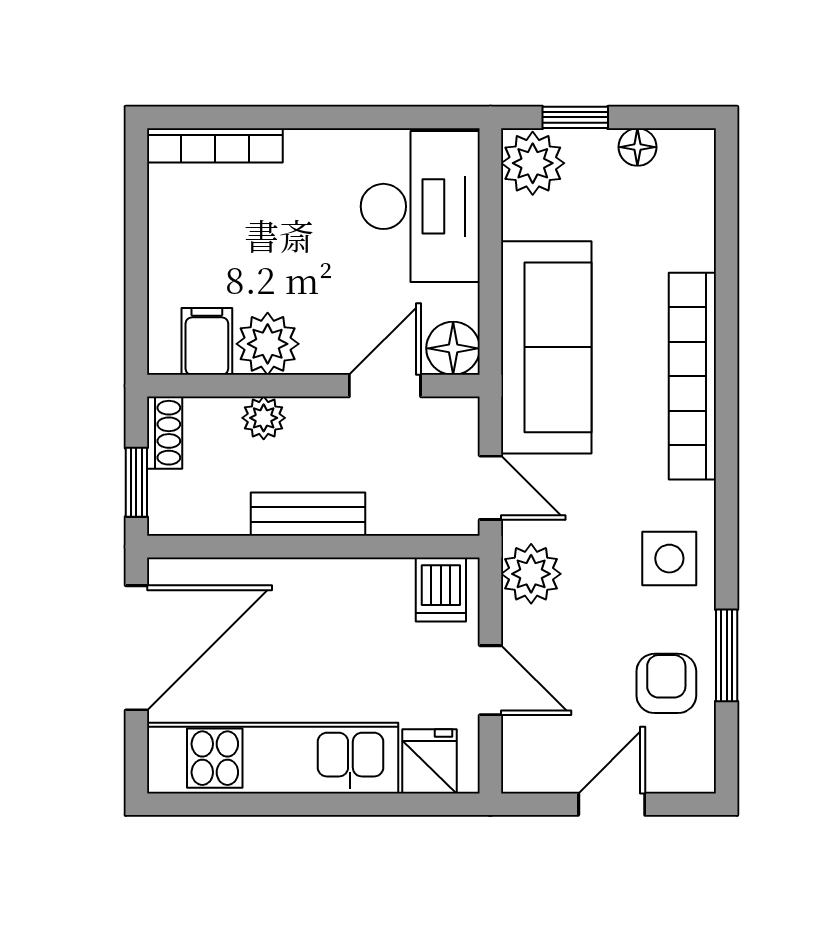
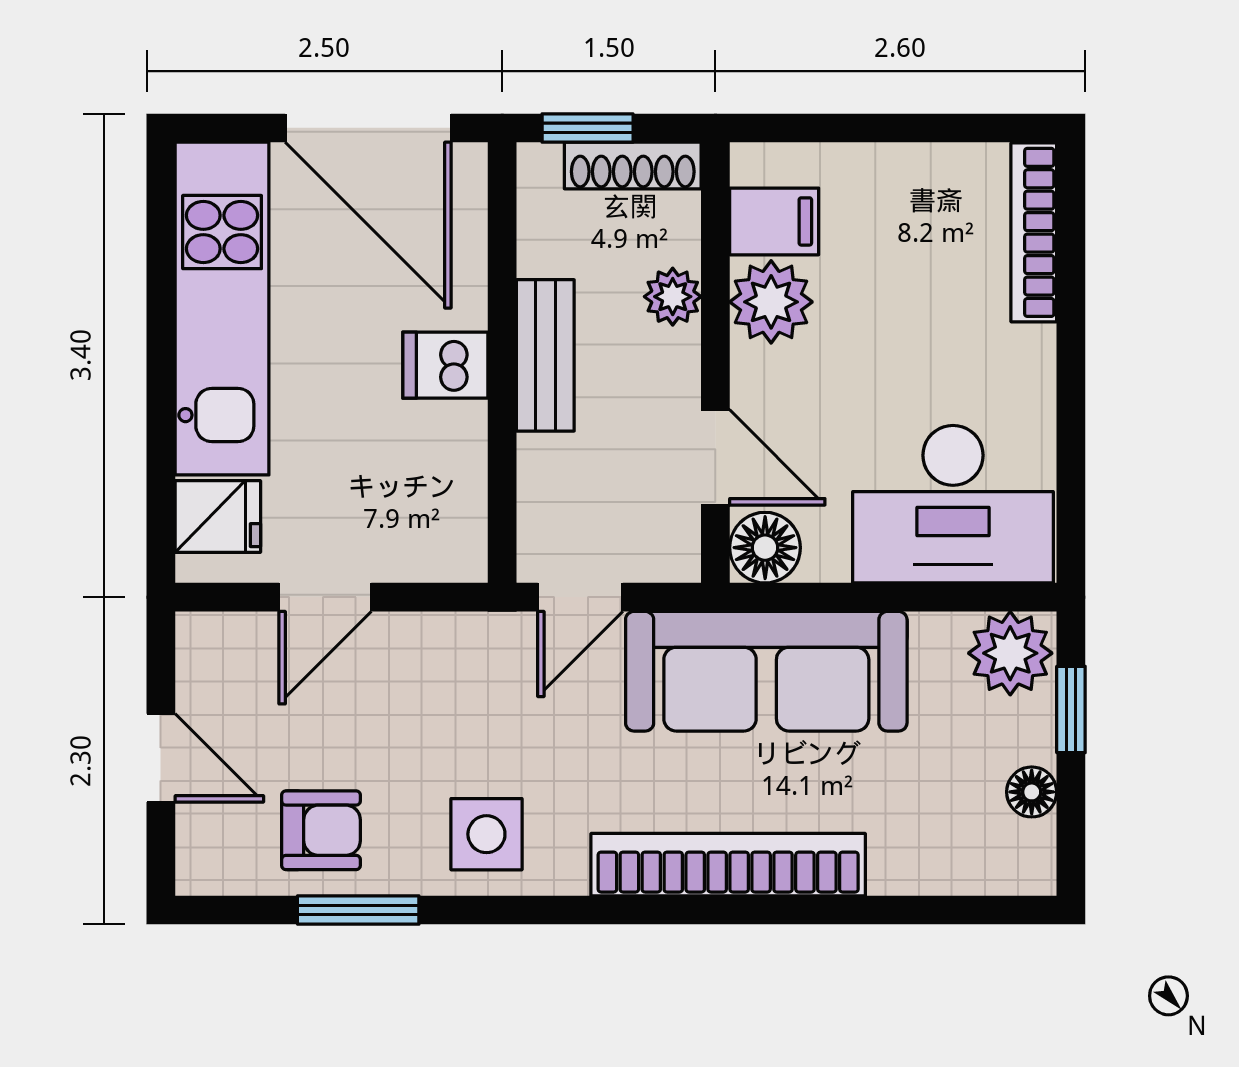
shoe rack: (165, 433) -> (633, 165), width x1.43
plant: (531, 574) -> (466, 651), removed
dishwasher: (441, 590) -> (445, 365), moved

